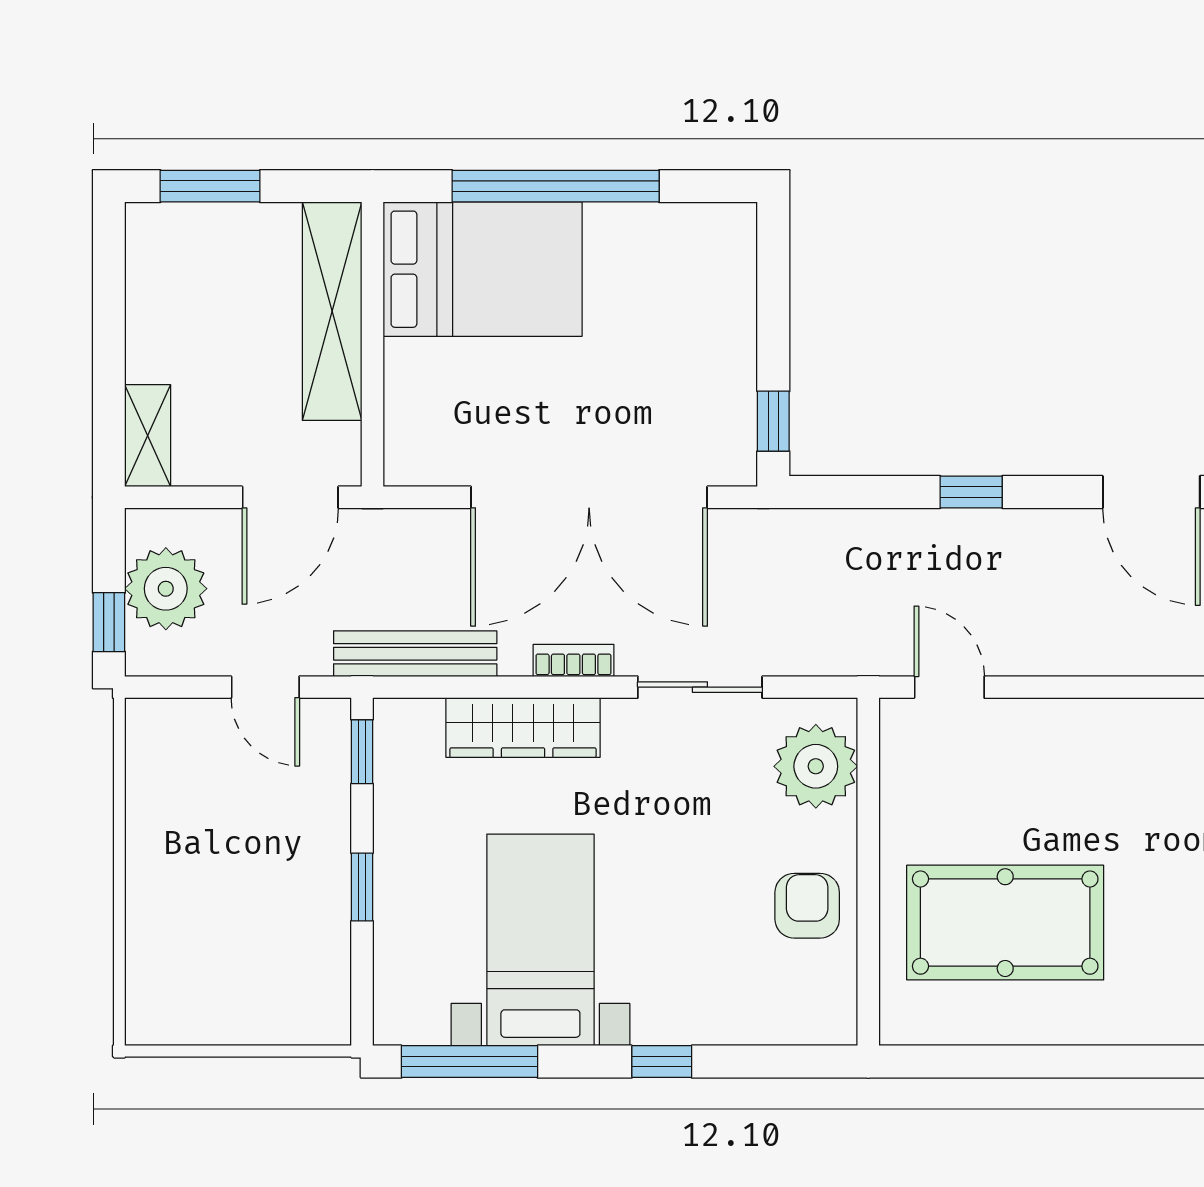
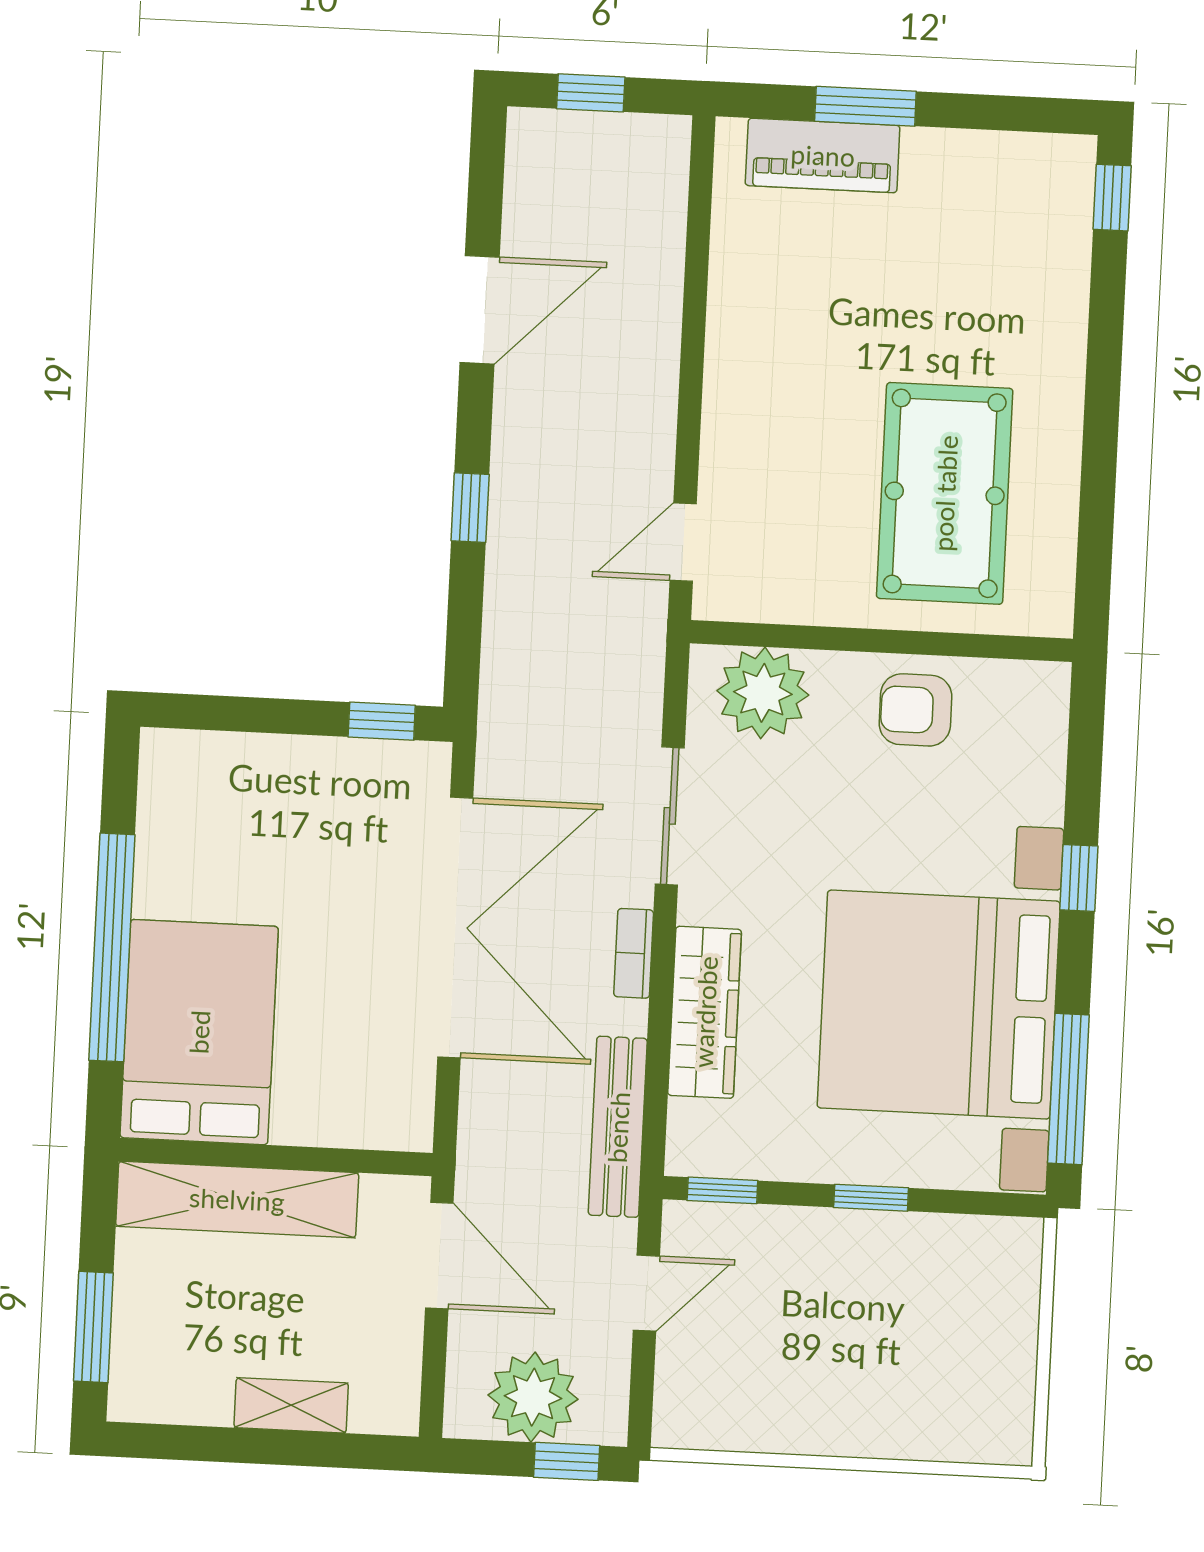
shelving: (148, 436) -> (291, 1405), moved
bed with nightstands: (540, 940) -> (939, 1005), width x1.85

